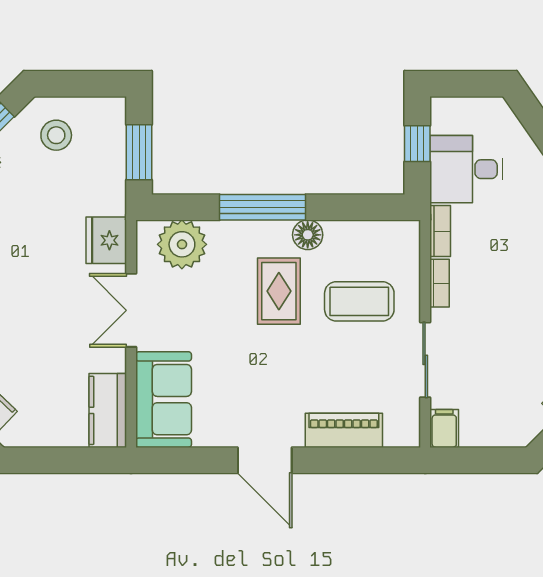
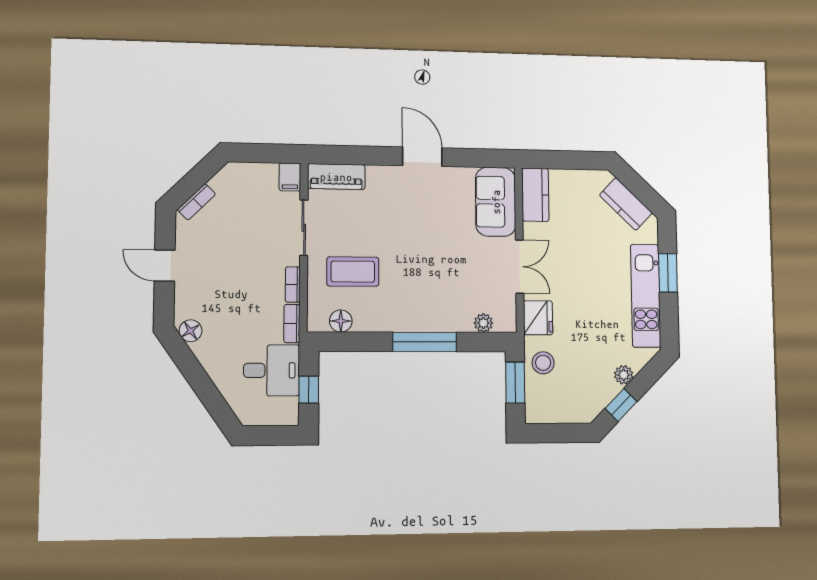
stool: (56, 135) -> (543, 363), moved
floor lamp: (308, 235) -> (341, 321), moved
plant: (182, 244) -> (483, 323), width x0.53, depth x0.53
rug: (279, 291) -> (412, 280), removed
piano: (344, 430) -> (336, 177), moved

